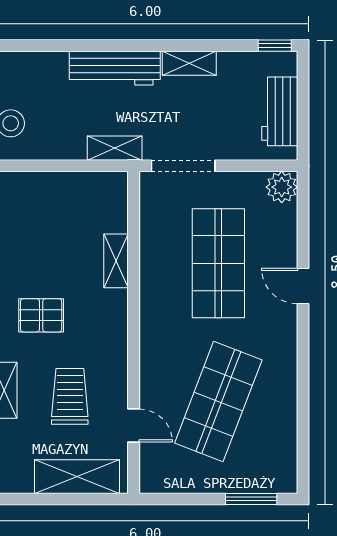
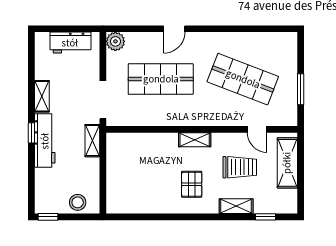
window: (275, 46) -> (31, 133), moved
shelving: (116, 261) -> (195, 140), moved
trolley: (70, 396) -> (240, 167), turned 180
door: (134, 426) -> (257, 129), swing flipped
window: (251, 499) -> (301, 89), moved

